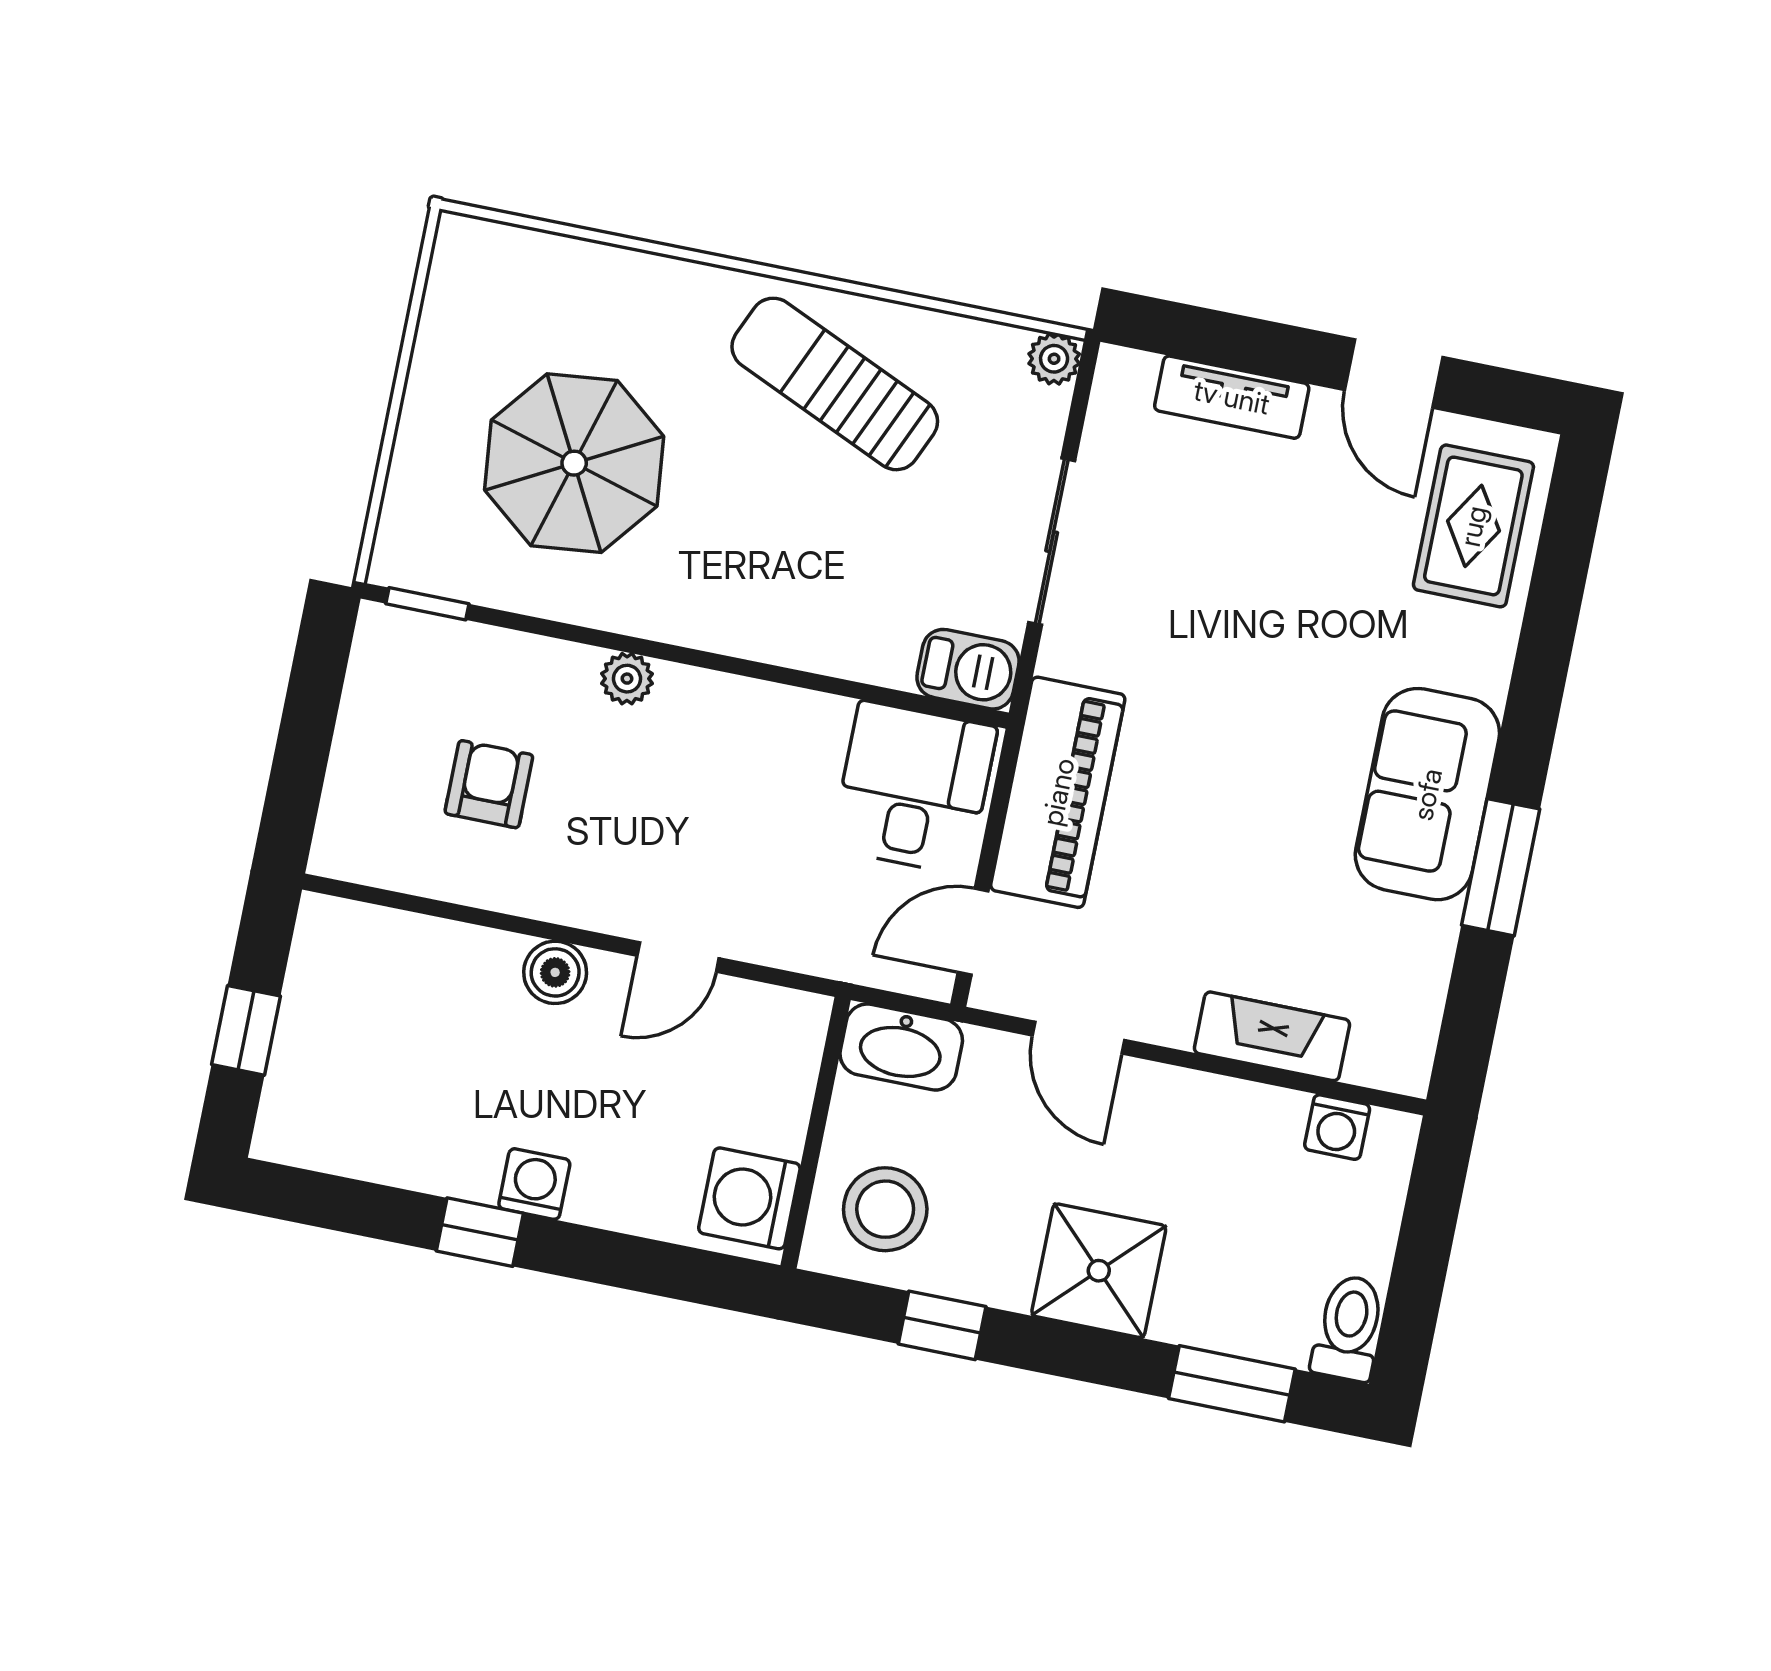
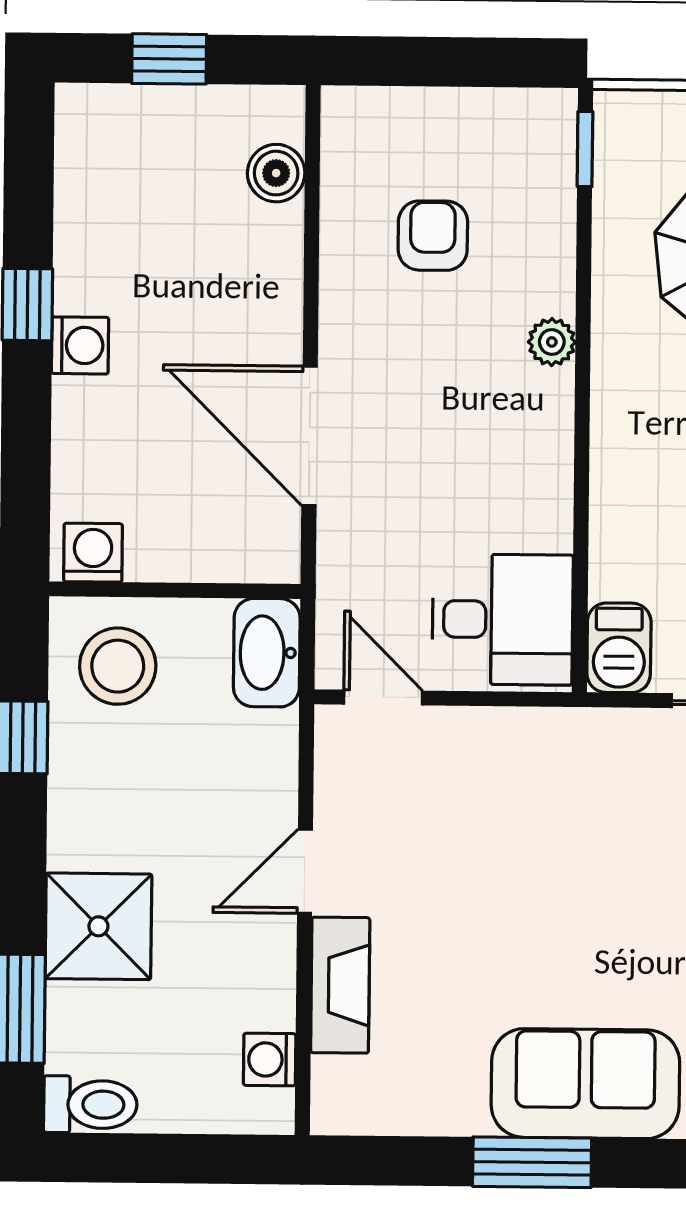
armchair: (489, 784) -> (433, 236), turned -90
piano: (1058, 792) -> (523, 750), removed
door: (678, 957) -> (310, 436), width x1.88
boiler: (555, 972) -> (276, 173), moved
door: (1078, 1038) -> (305, 871), moved
washing machine: (749, 1198) -> (93, 553), width x0.73, depth x0.73
shower: (1099, 1271) -> (98, 926), moved

